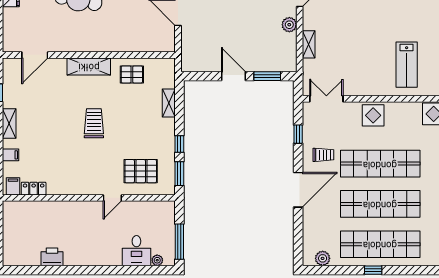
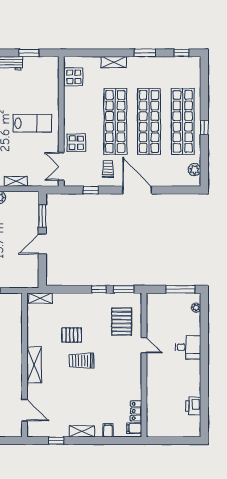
lab bench: (407, 65) -> (32, 123), moved
pallet: (132, 74) -> (72, 335), moved, turned 90
shelving: (169, 103) -> (40, 298), moved
display table: (373, 115) -> (76, 143), moved
desk: (136, 251) -> (188, 347), moved
printer: (52, 257) -> (193, 406), moved

